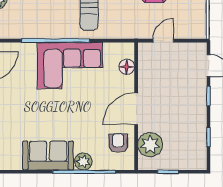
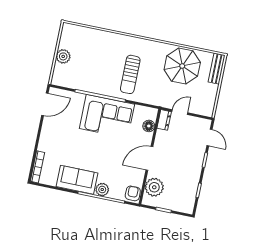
dresser: (145, 55) -> (164, 120), added
armchair: (118, 143) -> (133, 193), moved

